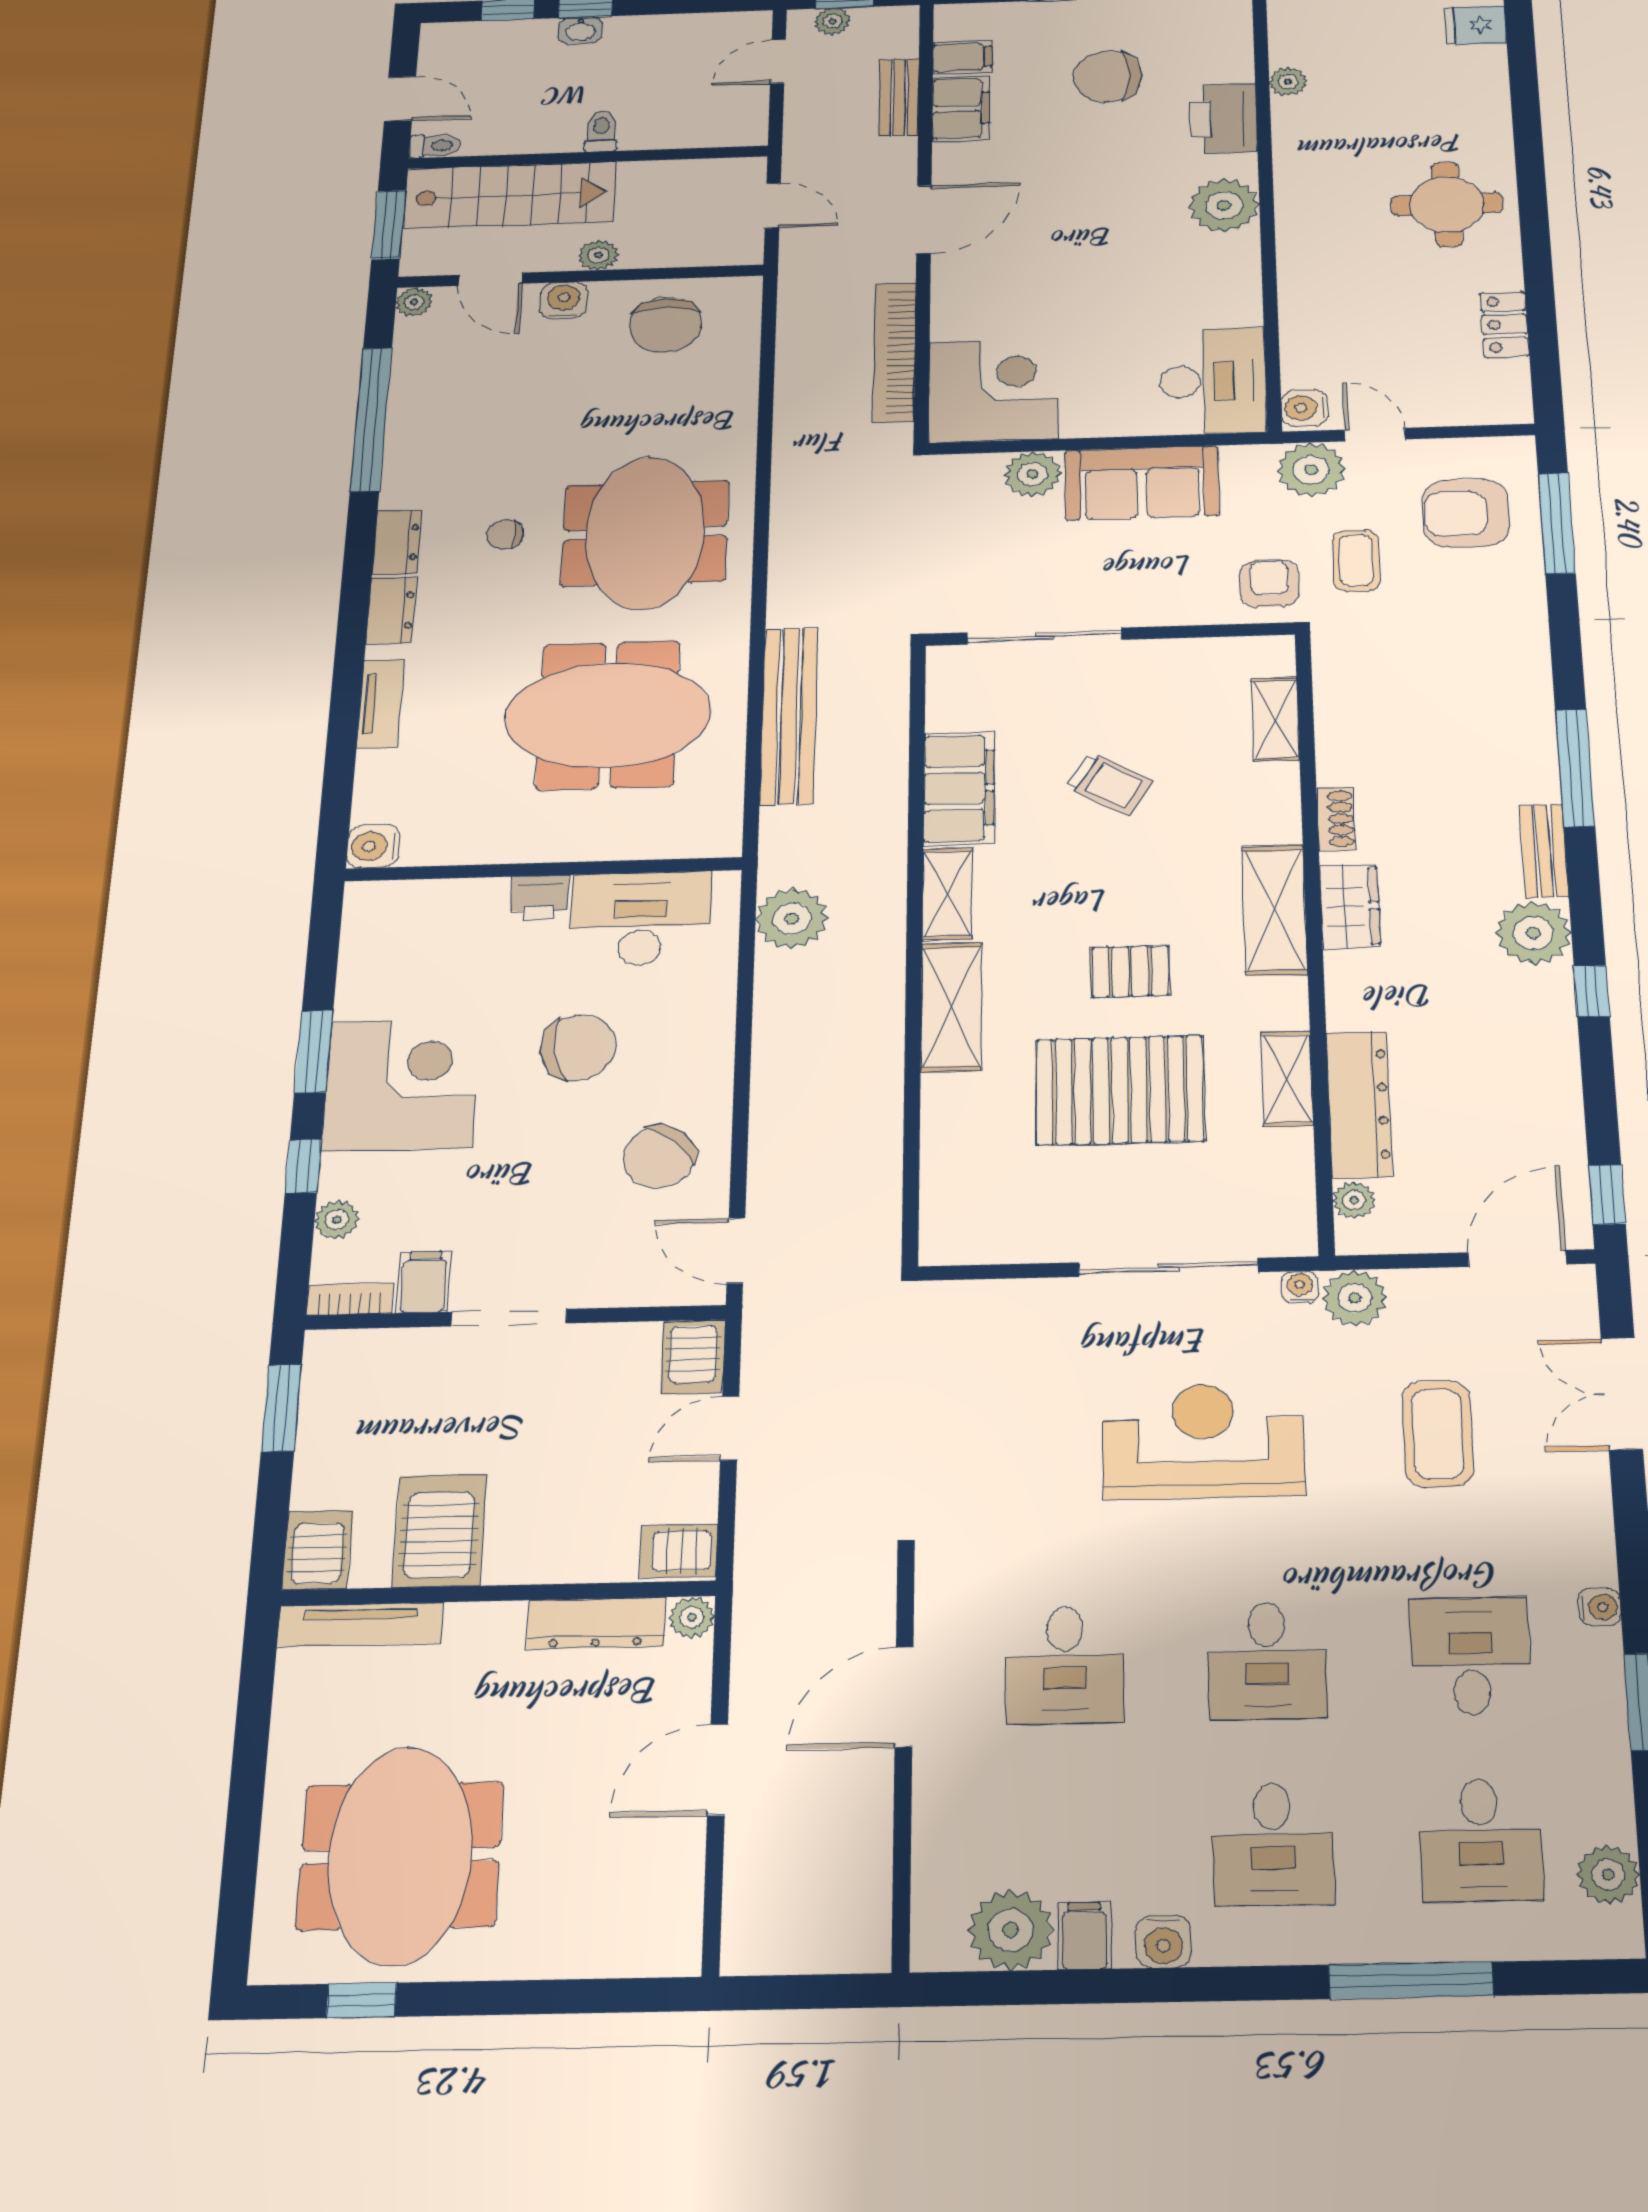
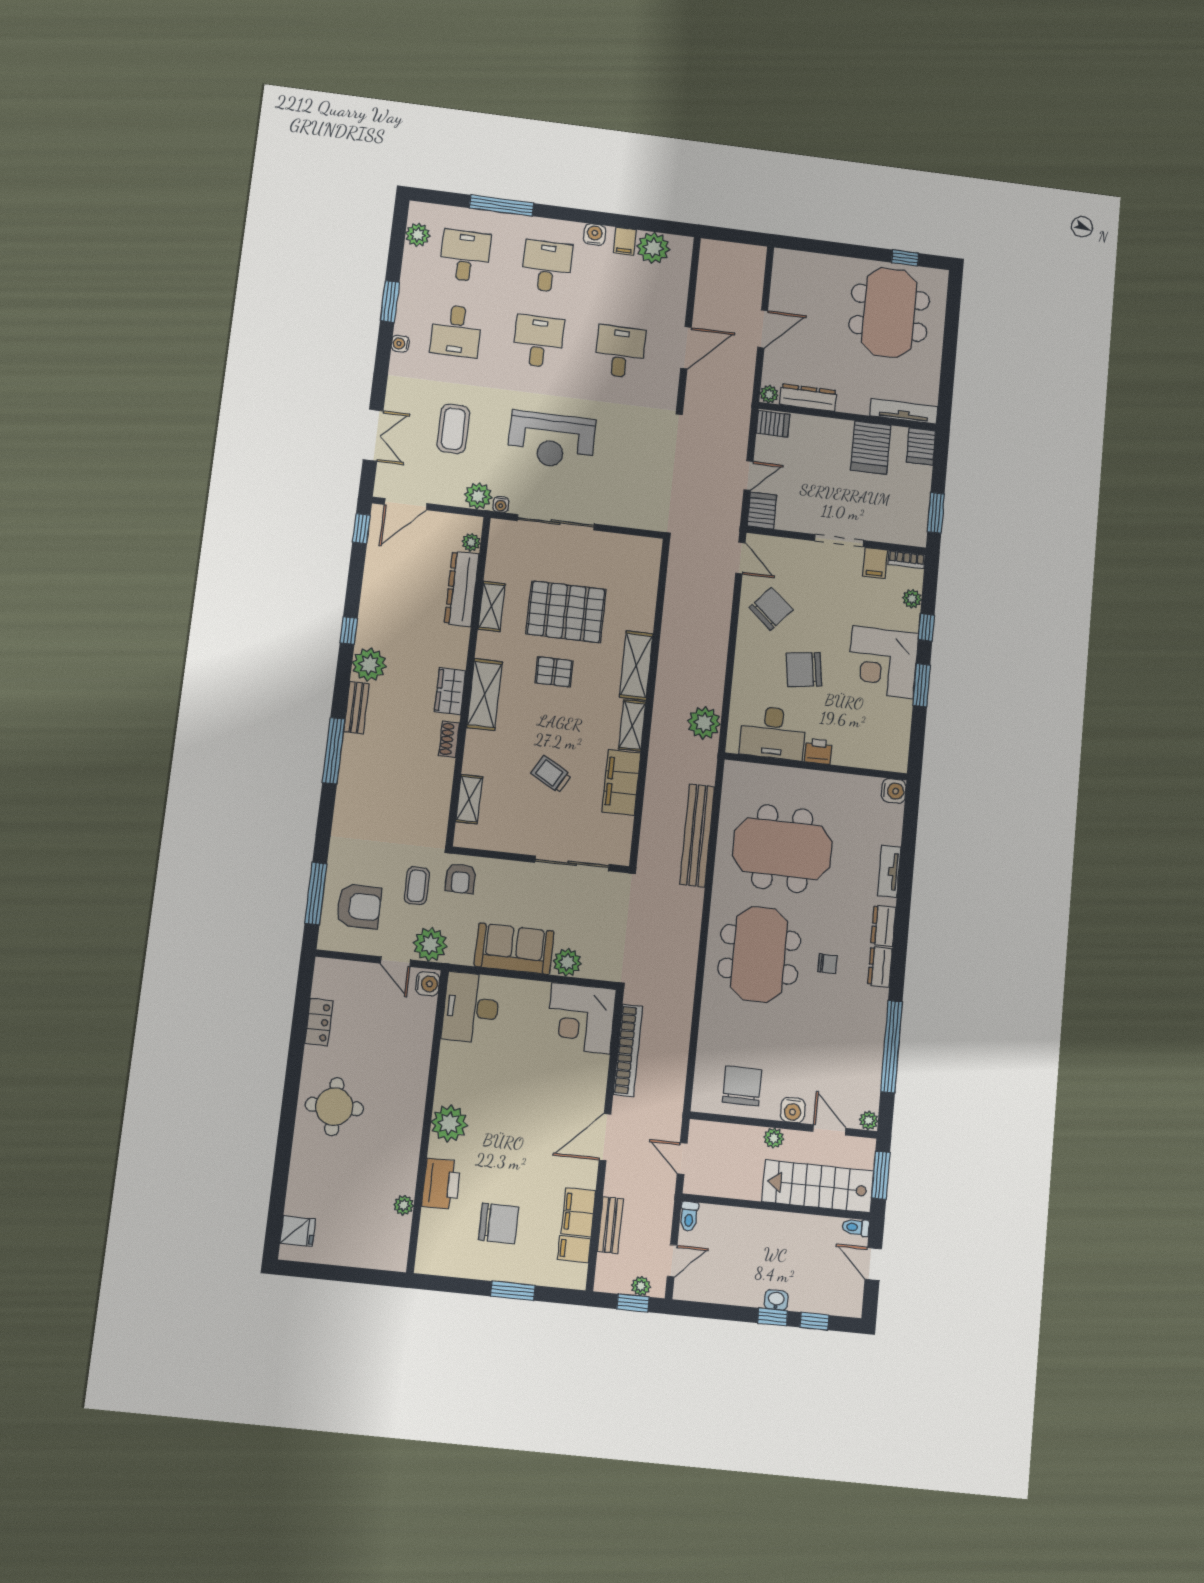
toilet: (601, 131) -> (689, 1216), moved

